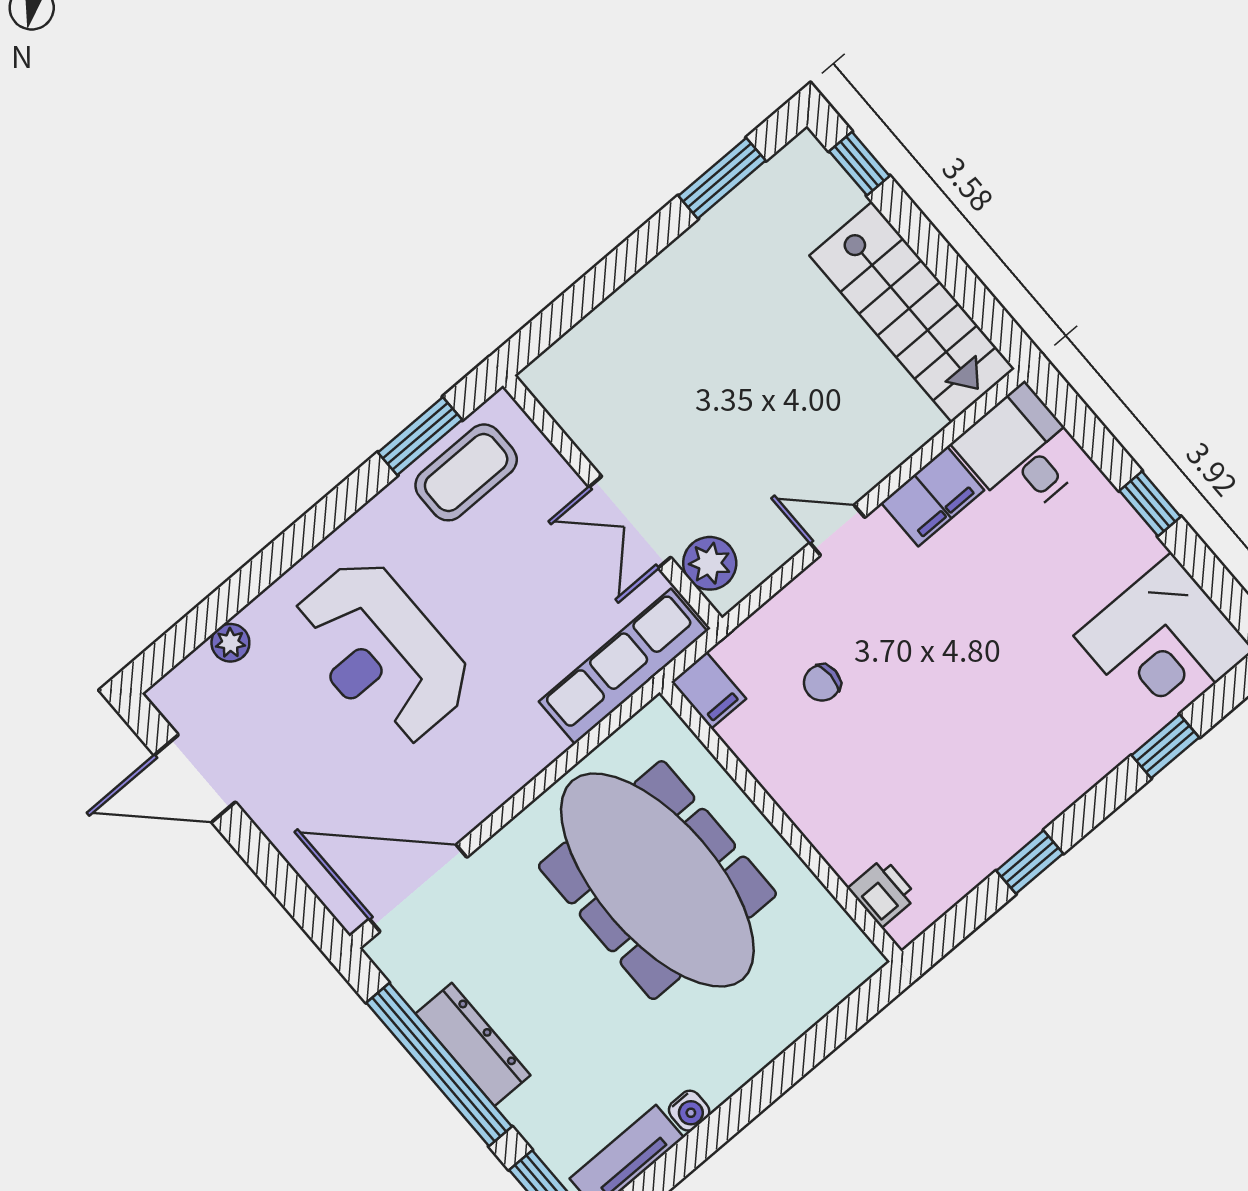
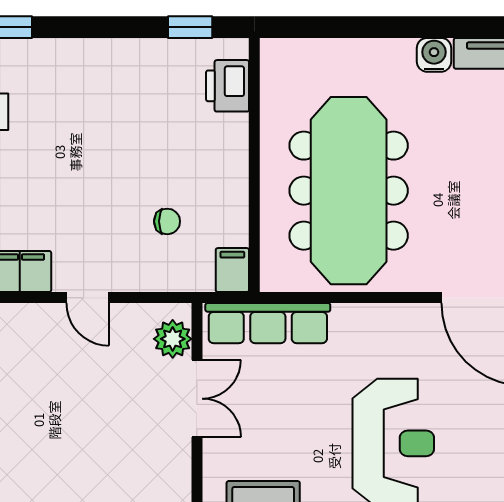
window: (1030, 862) -> (190, 27), moved
printer: (883, 893) -> (228, 86), width x1.36, depth x1.24
water cooler: (689, 1111) -> (434, 55), width x1.38, depth x1.38

